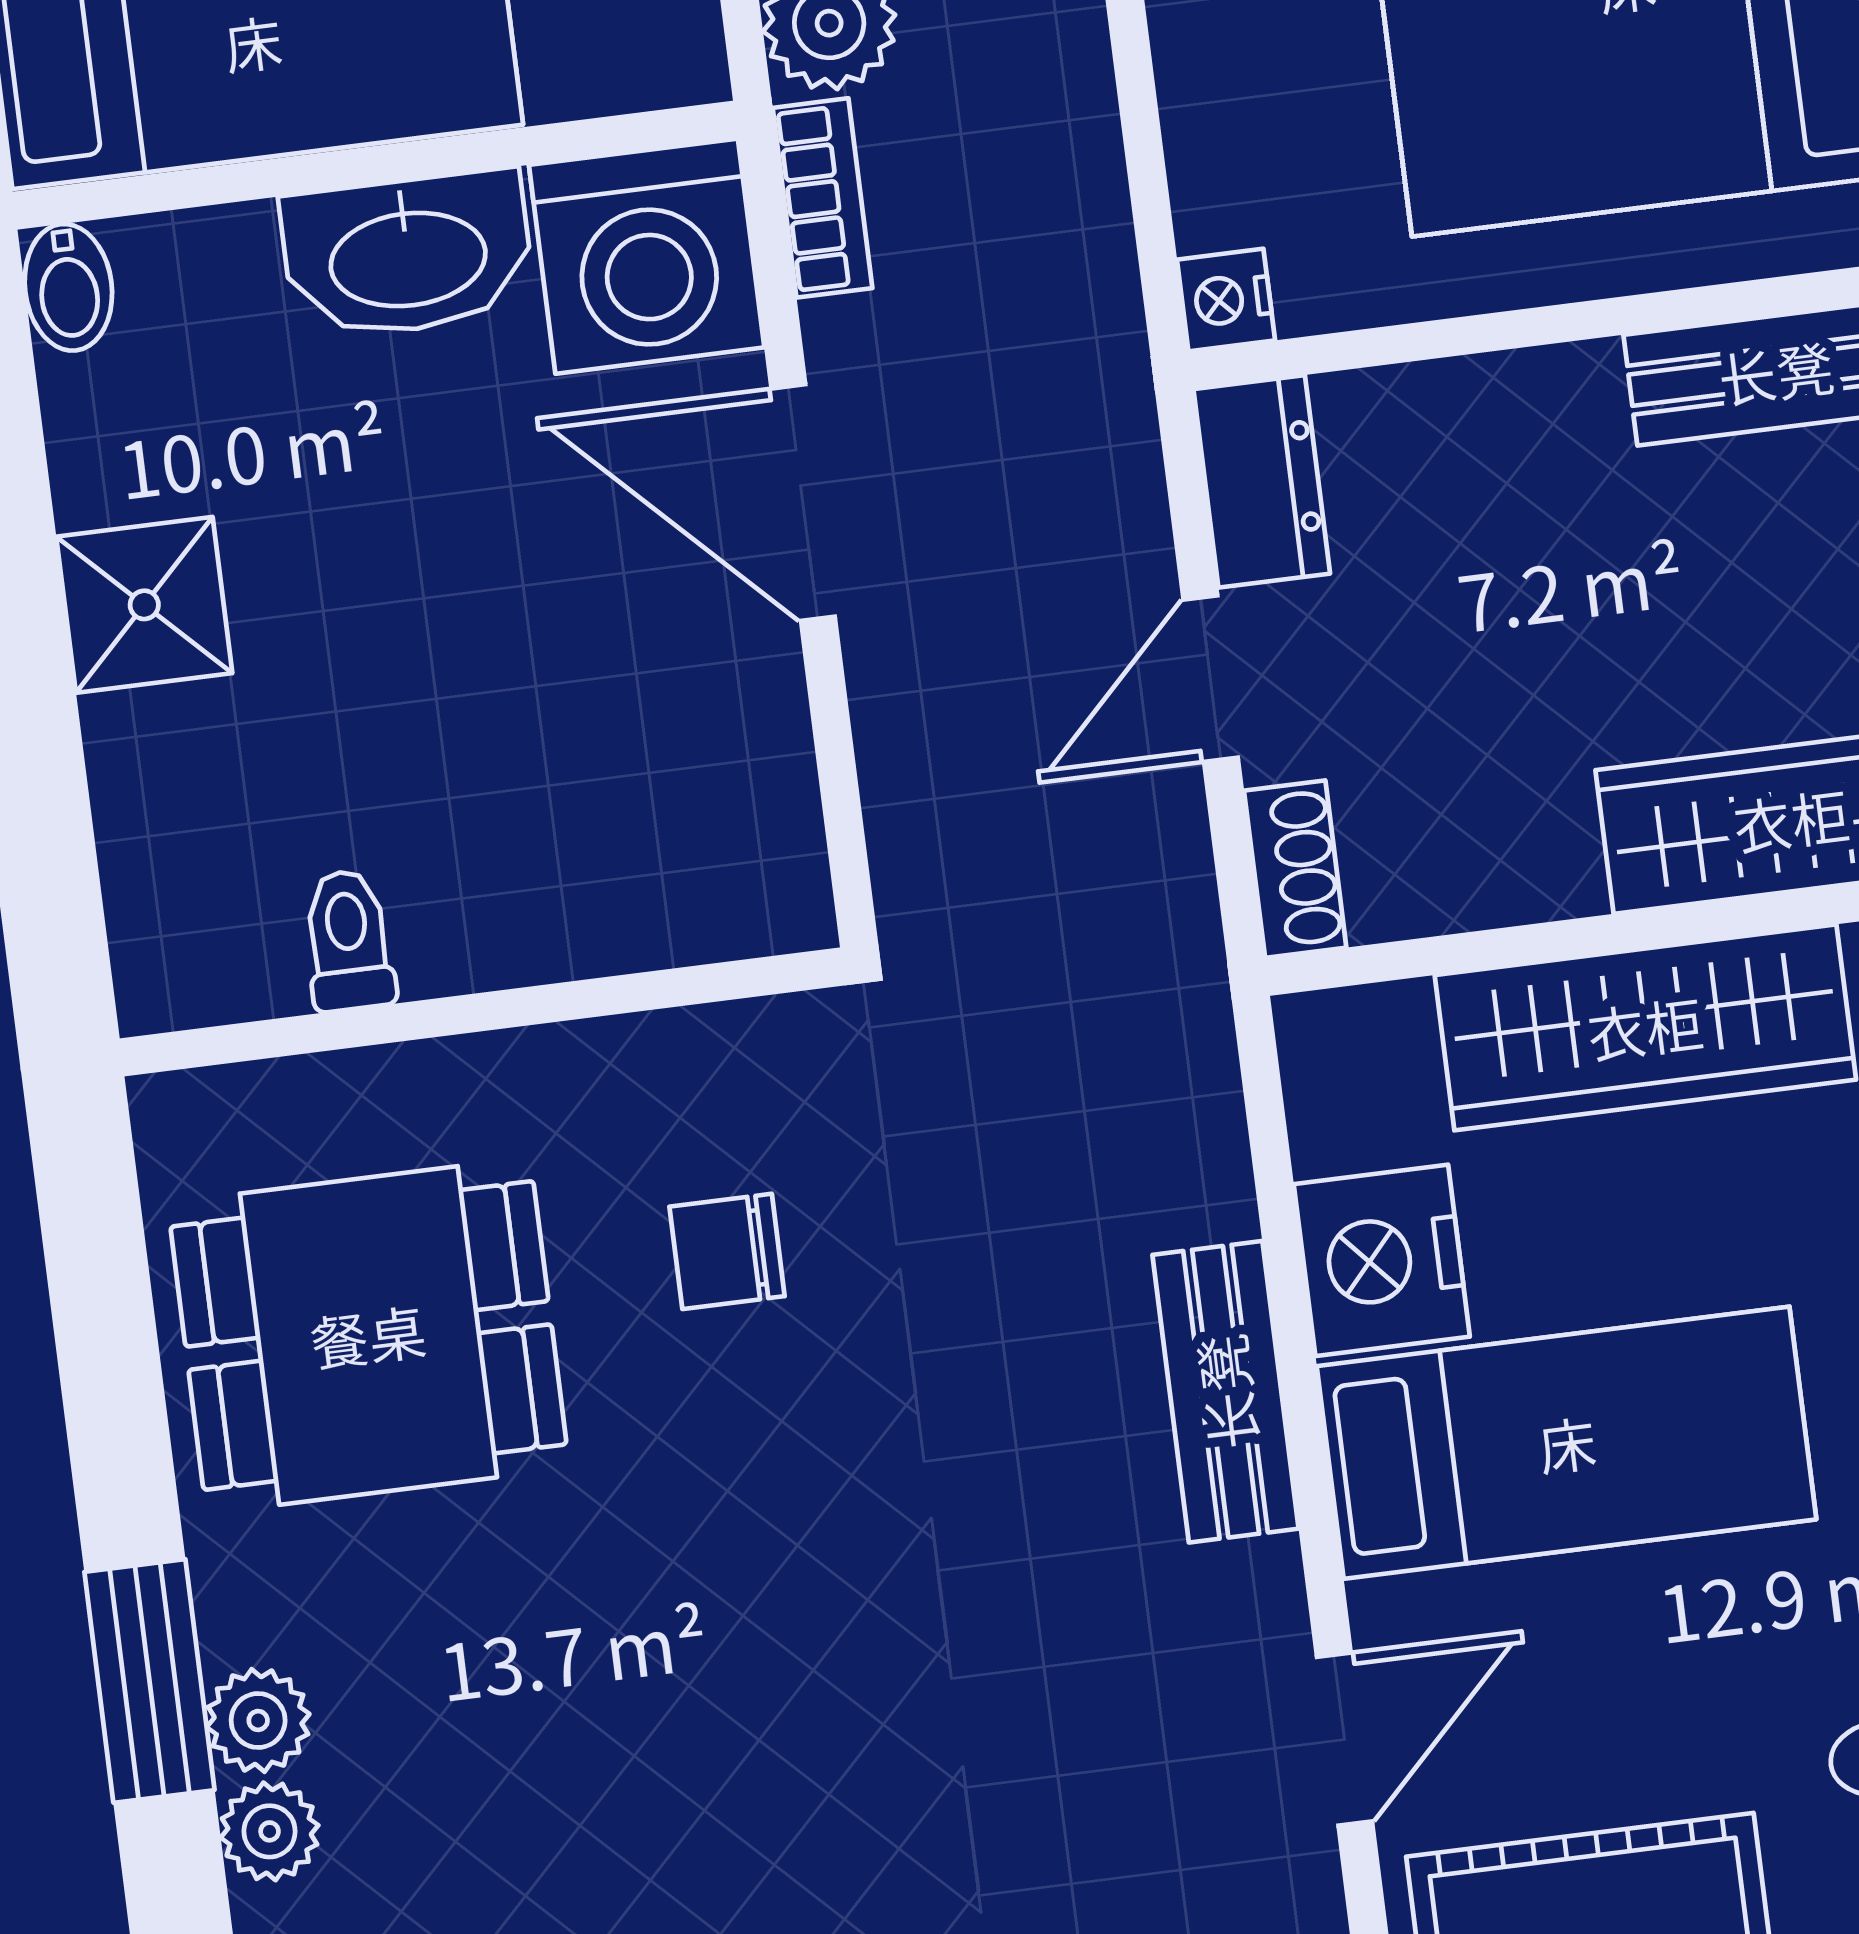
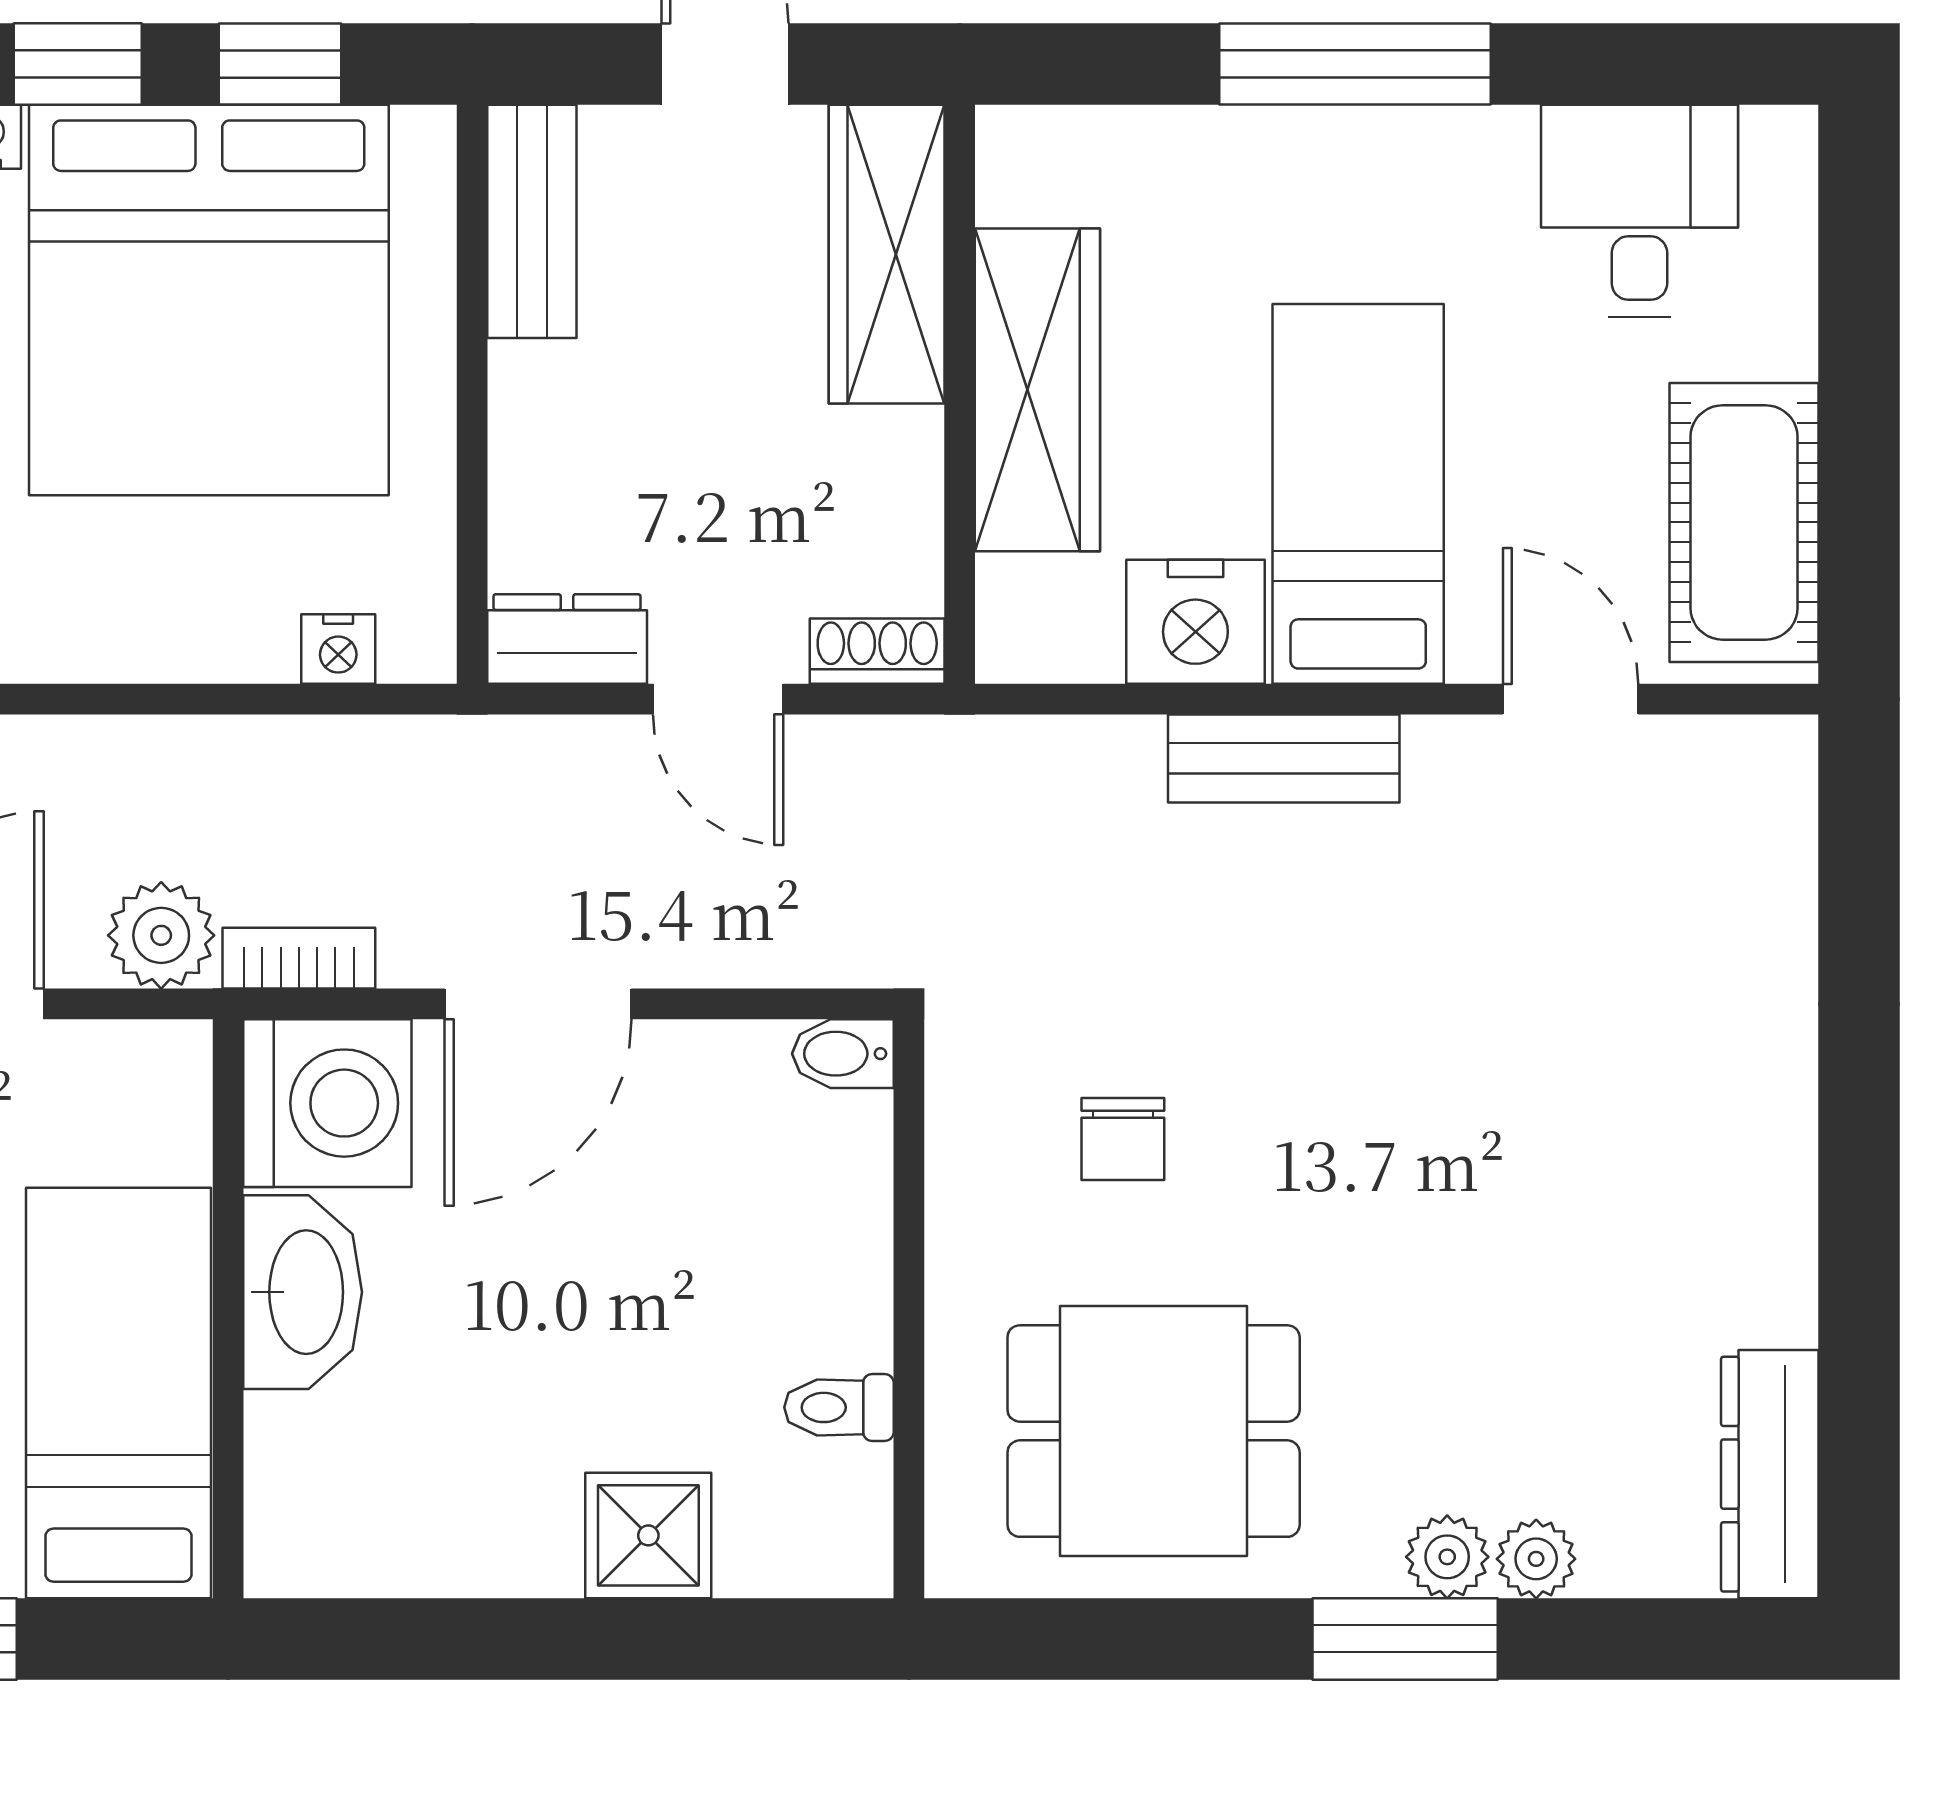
bidet: (68, 287) -> (843, 1054), moved, turned 180
nightstand: (1226, 300) -> (338, 649), moved
shower: (144, 605) -> (648, 1535), moved
dining table: (368, 1335) -> (1154, 1431), turned 90

